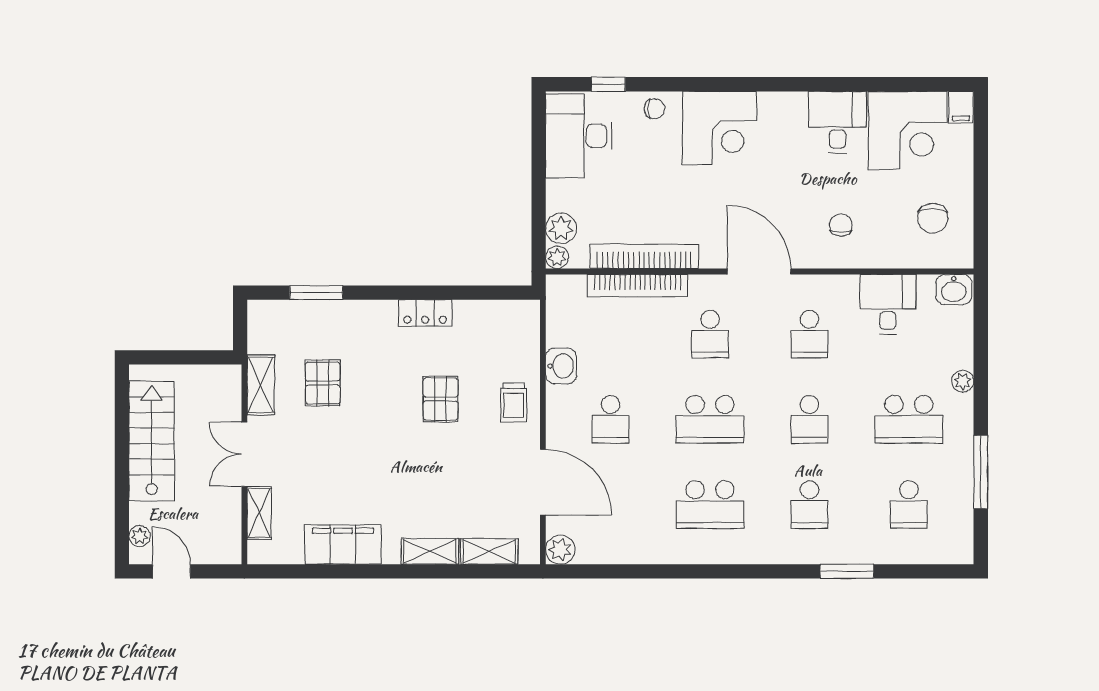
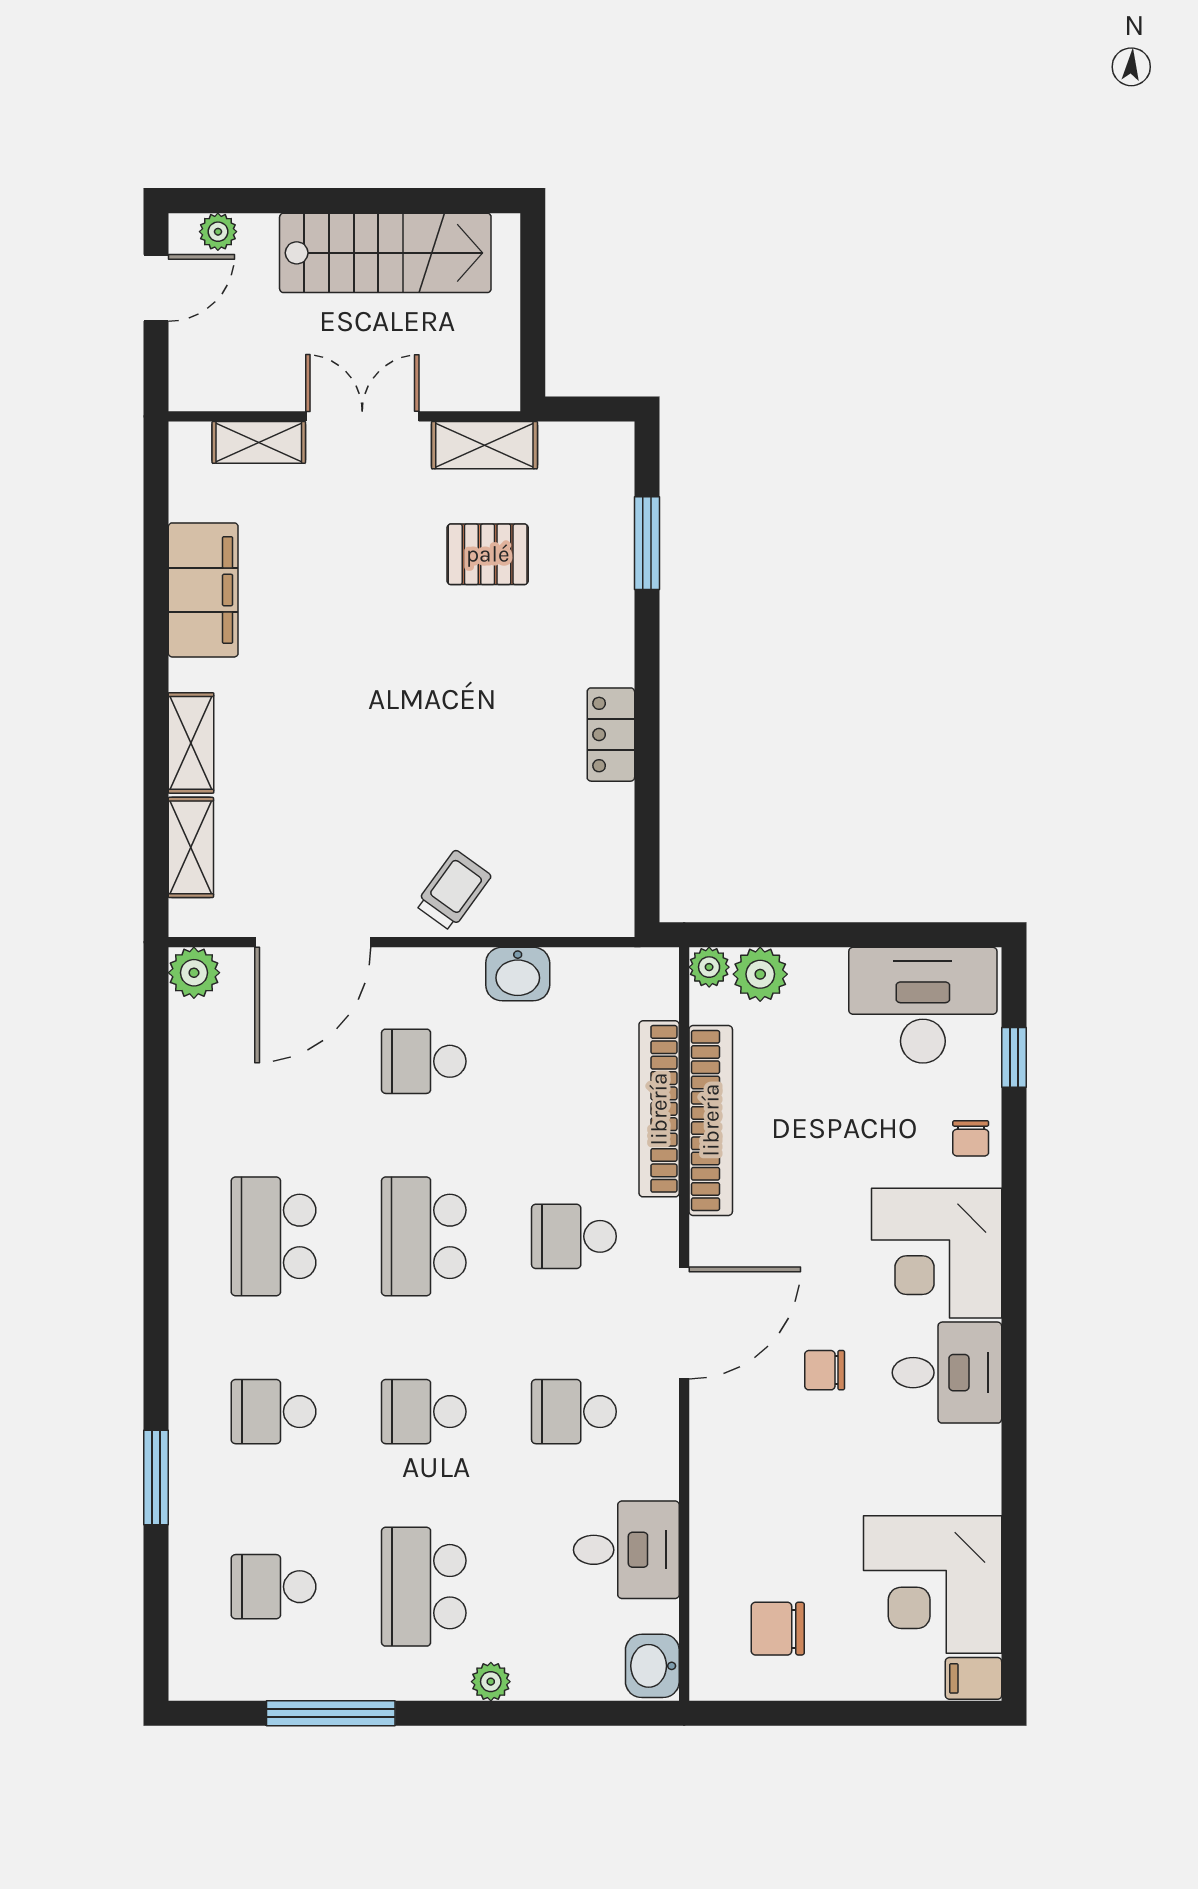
desk: (837, 122) -> (947, 1373), moved
chair: (841, 225) -> (825, 1370), moved, turned 180
pallet: (441, 399) -> (459, 762), removed
trolley: (514, 403) -> (453, 890), turned 126

